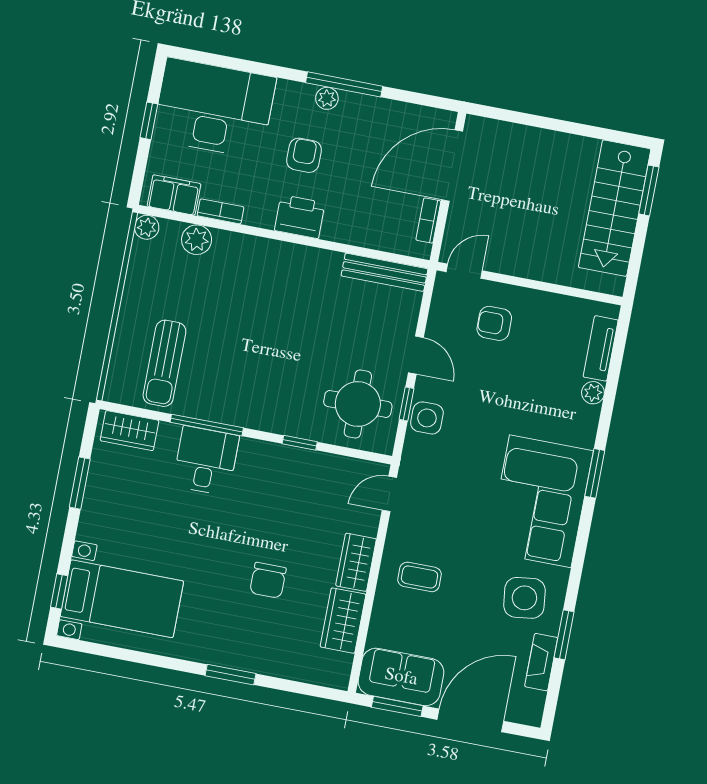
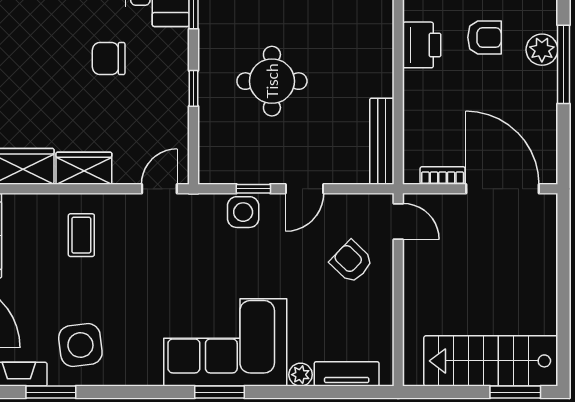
plant: (327, 98) -> (542, 50), width x1.38, depth x1.38
armchair: (494, 323) -> (351, 262), turned -46
round table: (358, 404) -> (272, 81), moved
door: (389, 494) -> (159, 189), hinge flipped
corner sofa: (540, 501) -> (225, 342), moved
chair: (268, 580) -> (109, 59), moved

